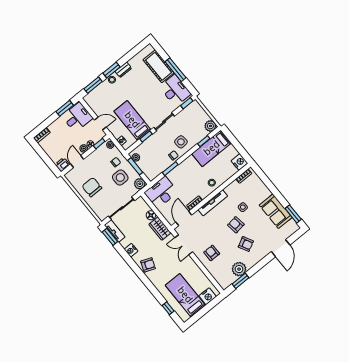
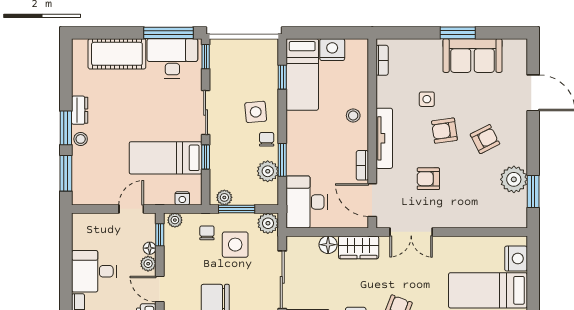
window: (176, 70) -> (169, 33), moved
window: (65, 108) -> (66, 243), removed
desk: (77, 117) -> (94, 271), moved, turned -90
plant: (210, 126) -> (268, 171), moved
nightstand: (239, 162) -> (332, 50), moved
window: (293, 214) -> (458, 33), moved
armchair: (212, 253) -> (428, 179), moved

